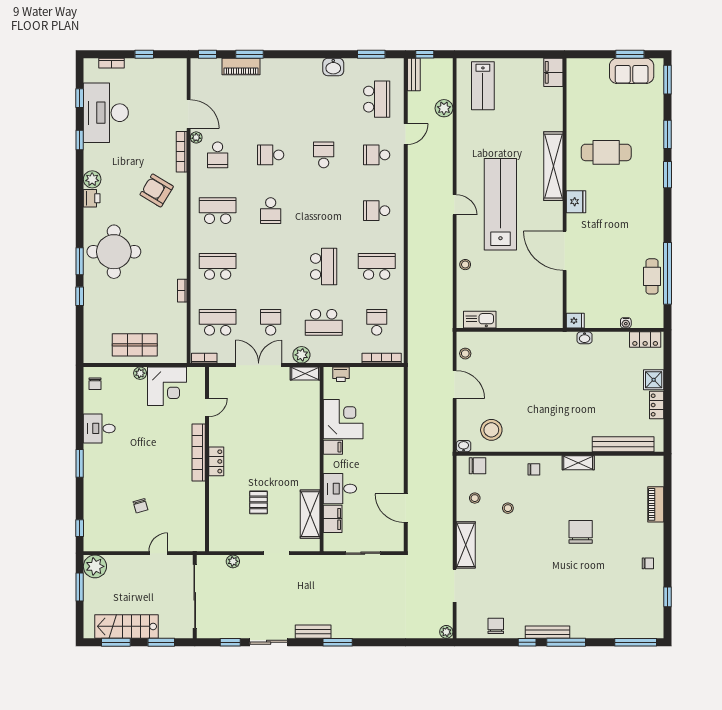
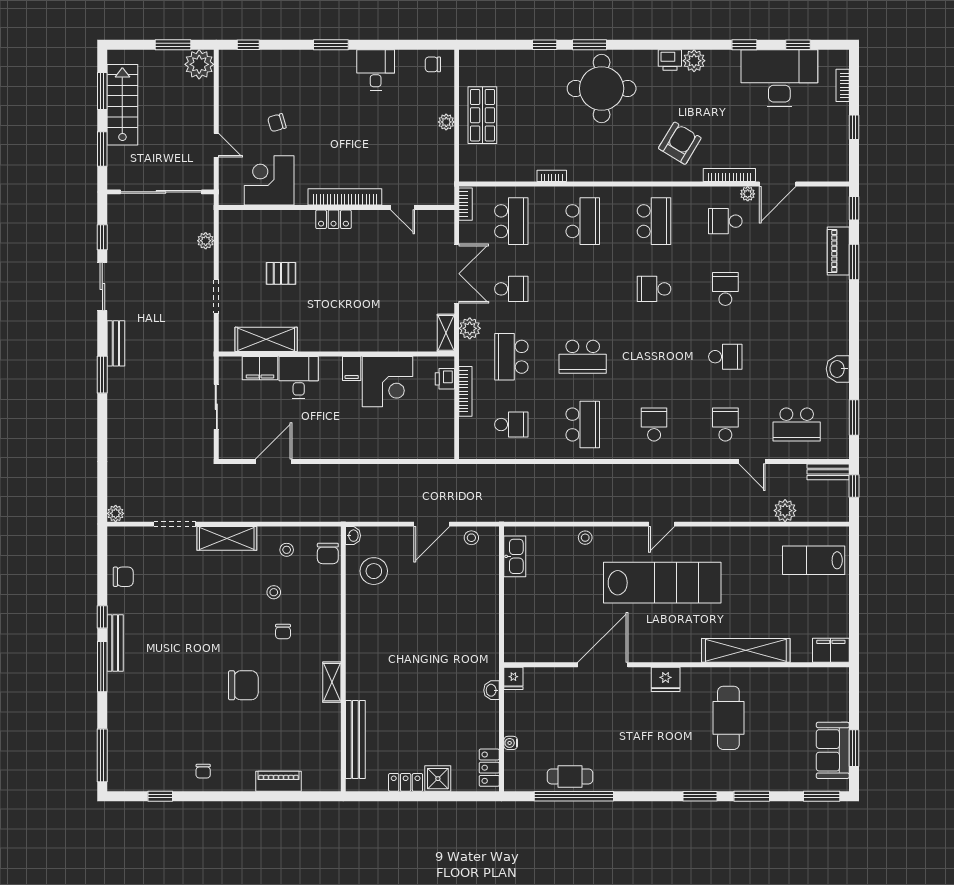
shelving: (553, 166) -> (746, 650), moved
bookcase: (382, 358) -> (465, 391), moved
corner desk: (167, 386) -> (269, 180), moved, turned 90
chair: (534, 469) -> (283, 632), moved

